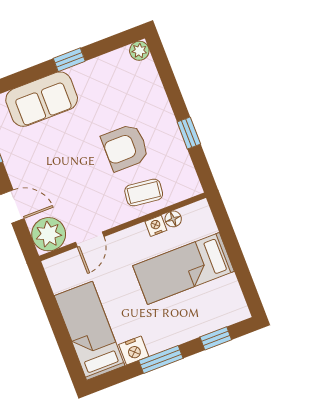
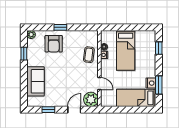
window: (69, 60) -> (24, 54), moved
window: (189, 133) -> (60, 27), moved
armchair: (125, 147) -> (54, 44), moved
window: (161, 359) -> (159, 85), moved

